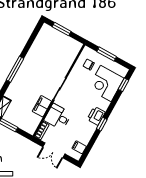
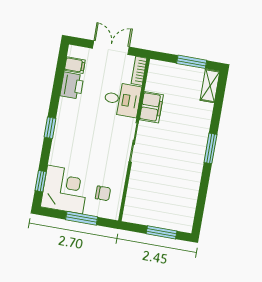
window: (15, 69) -> (210, 148), width x0.69
corner desk: (106, 83) -> (65, 190), moved
printer: (96, 116) -> (72, 85), moved
window: (102, 124) -> (50, 128), moved

